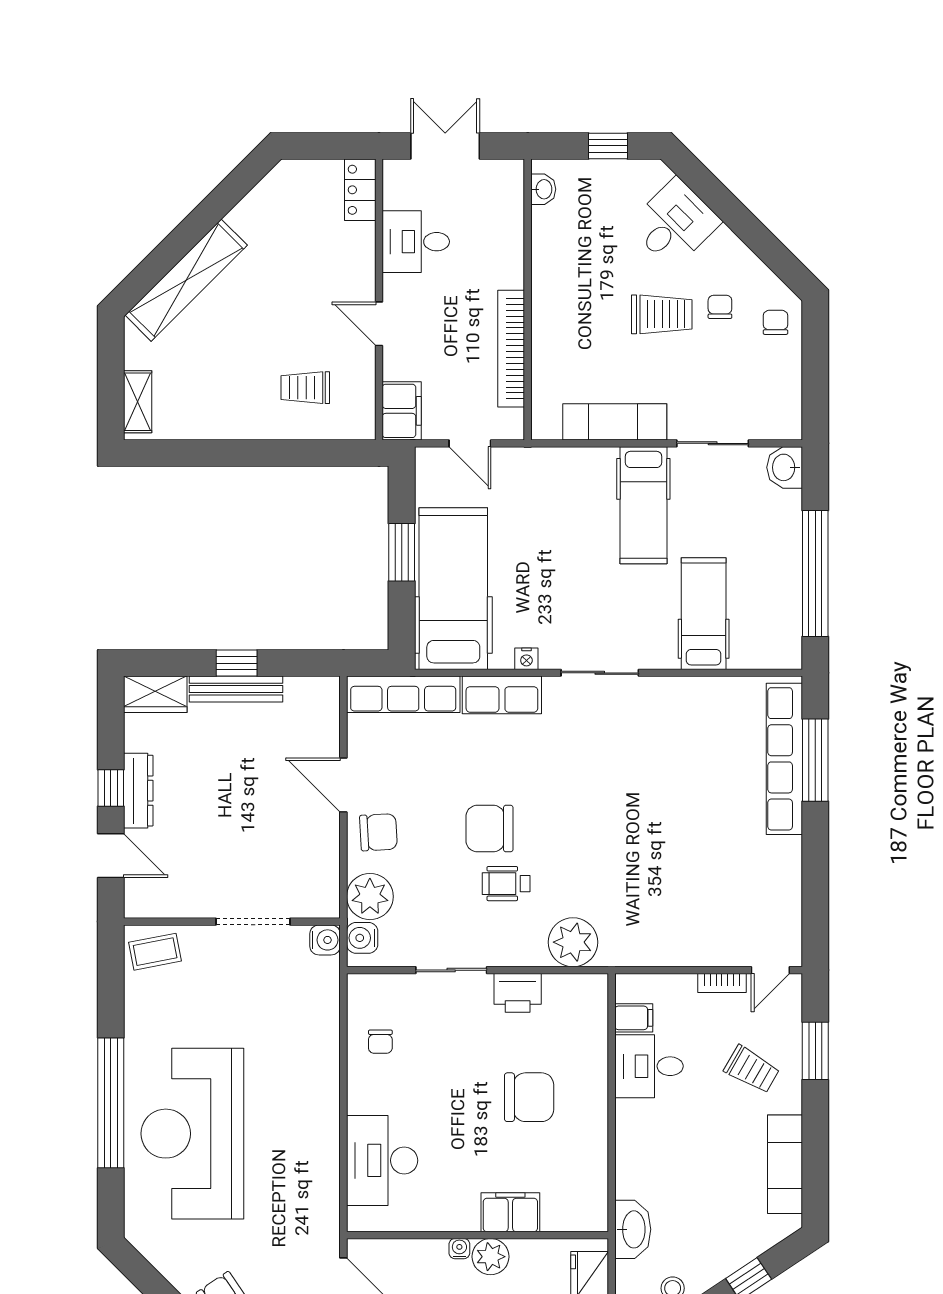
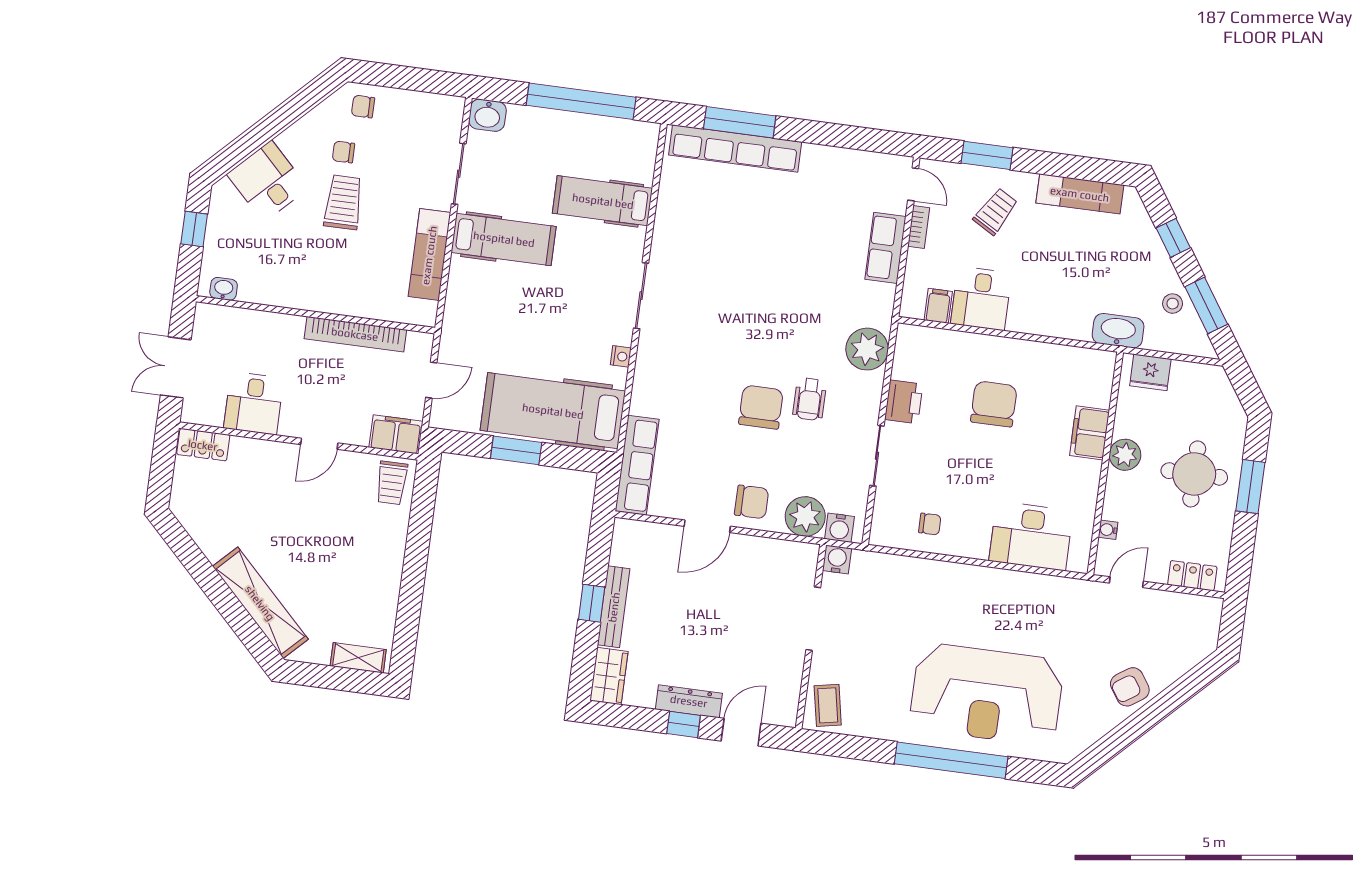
trolley: (305, 388) -> (392, 483), moved
row of seats: (502, 695) -> (886, 248), moved, turned 180
chair: (489, 829) -> (761, 407), turned 180
chair: (378, 832) -> (752, 502), turned 93
water cooler: (459, 1249) -> (1108, 530), moved

